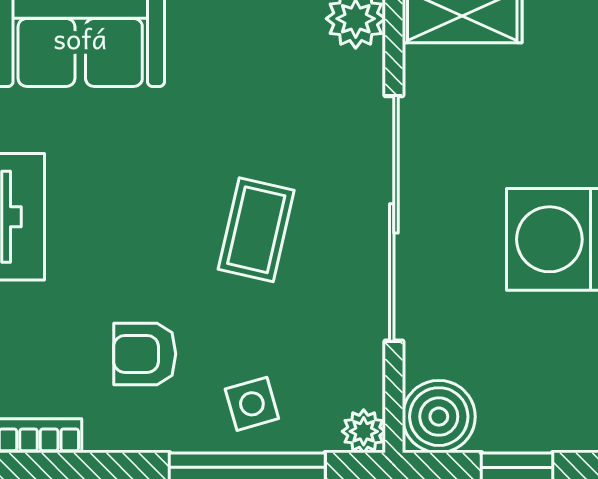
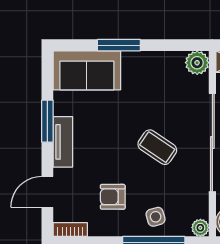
coffee table: (256, 230) -> (157, 147), turned -69

